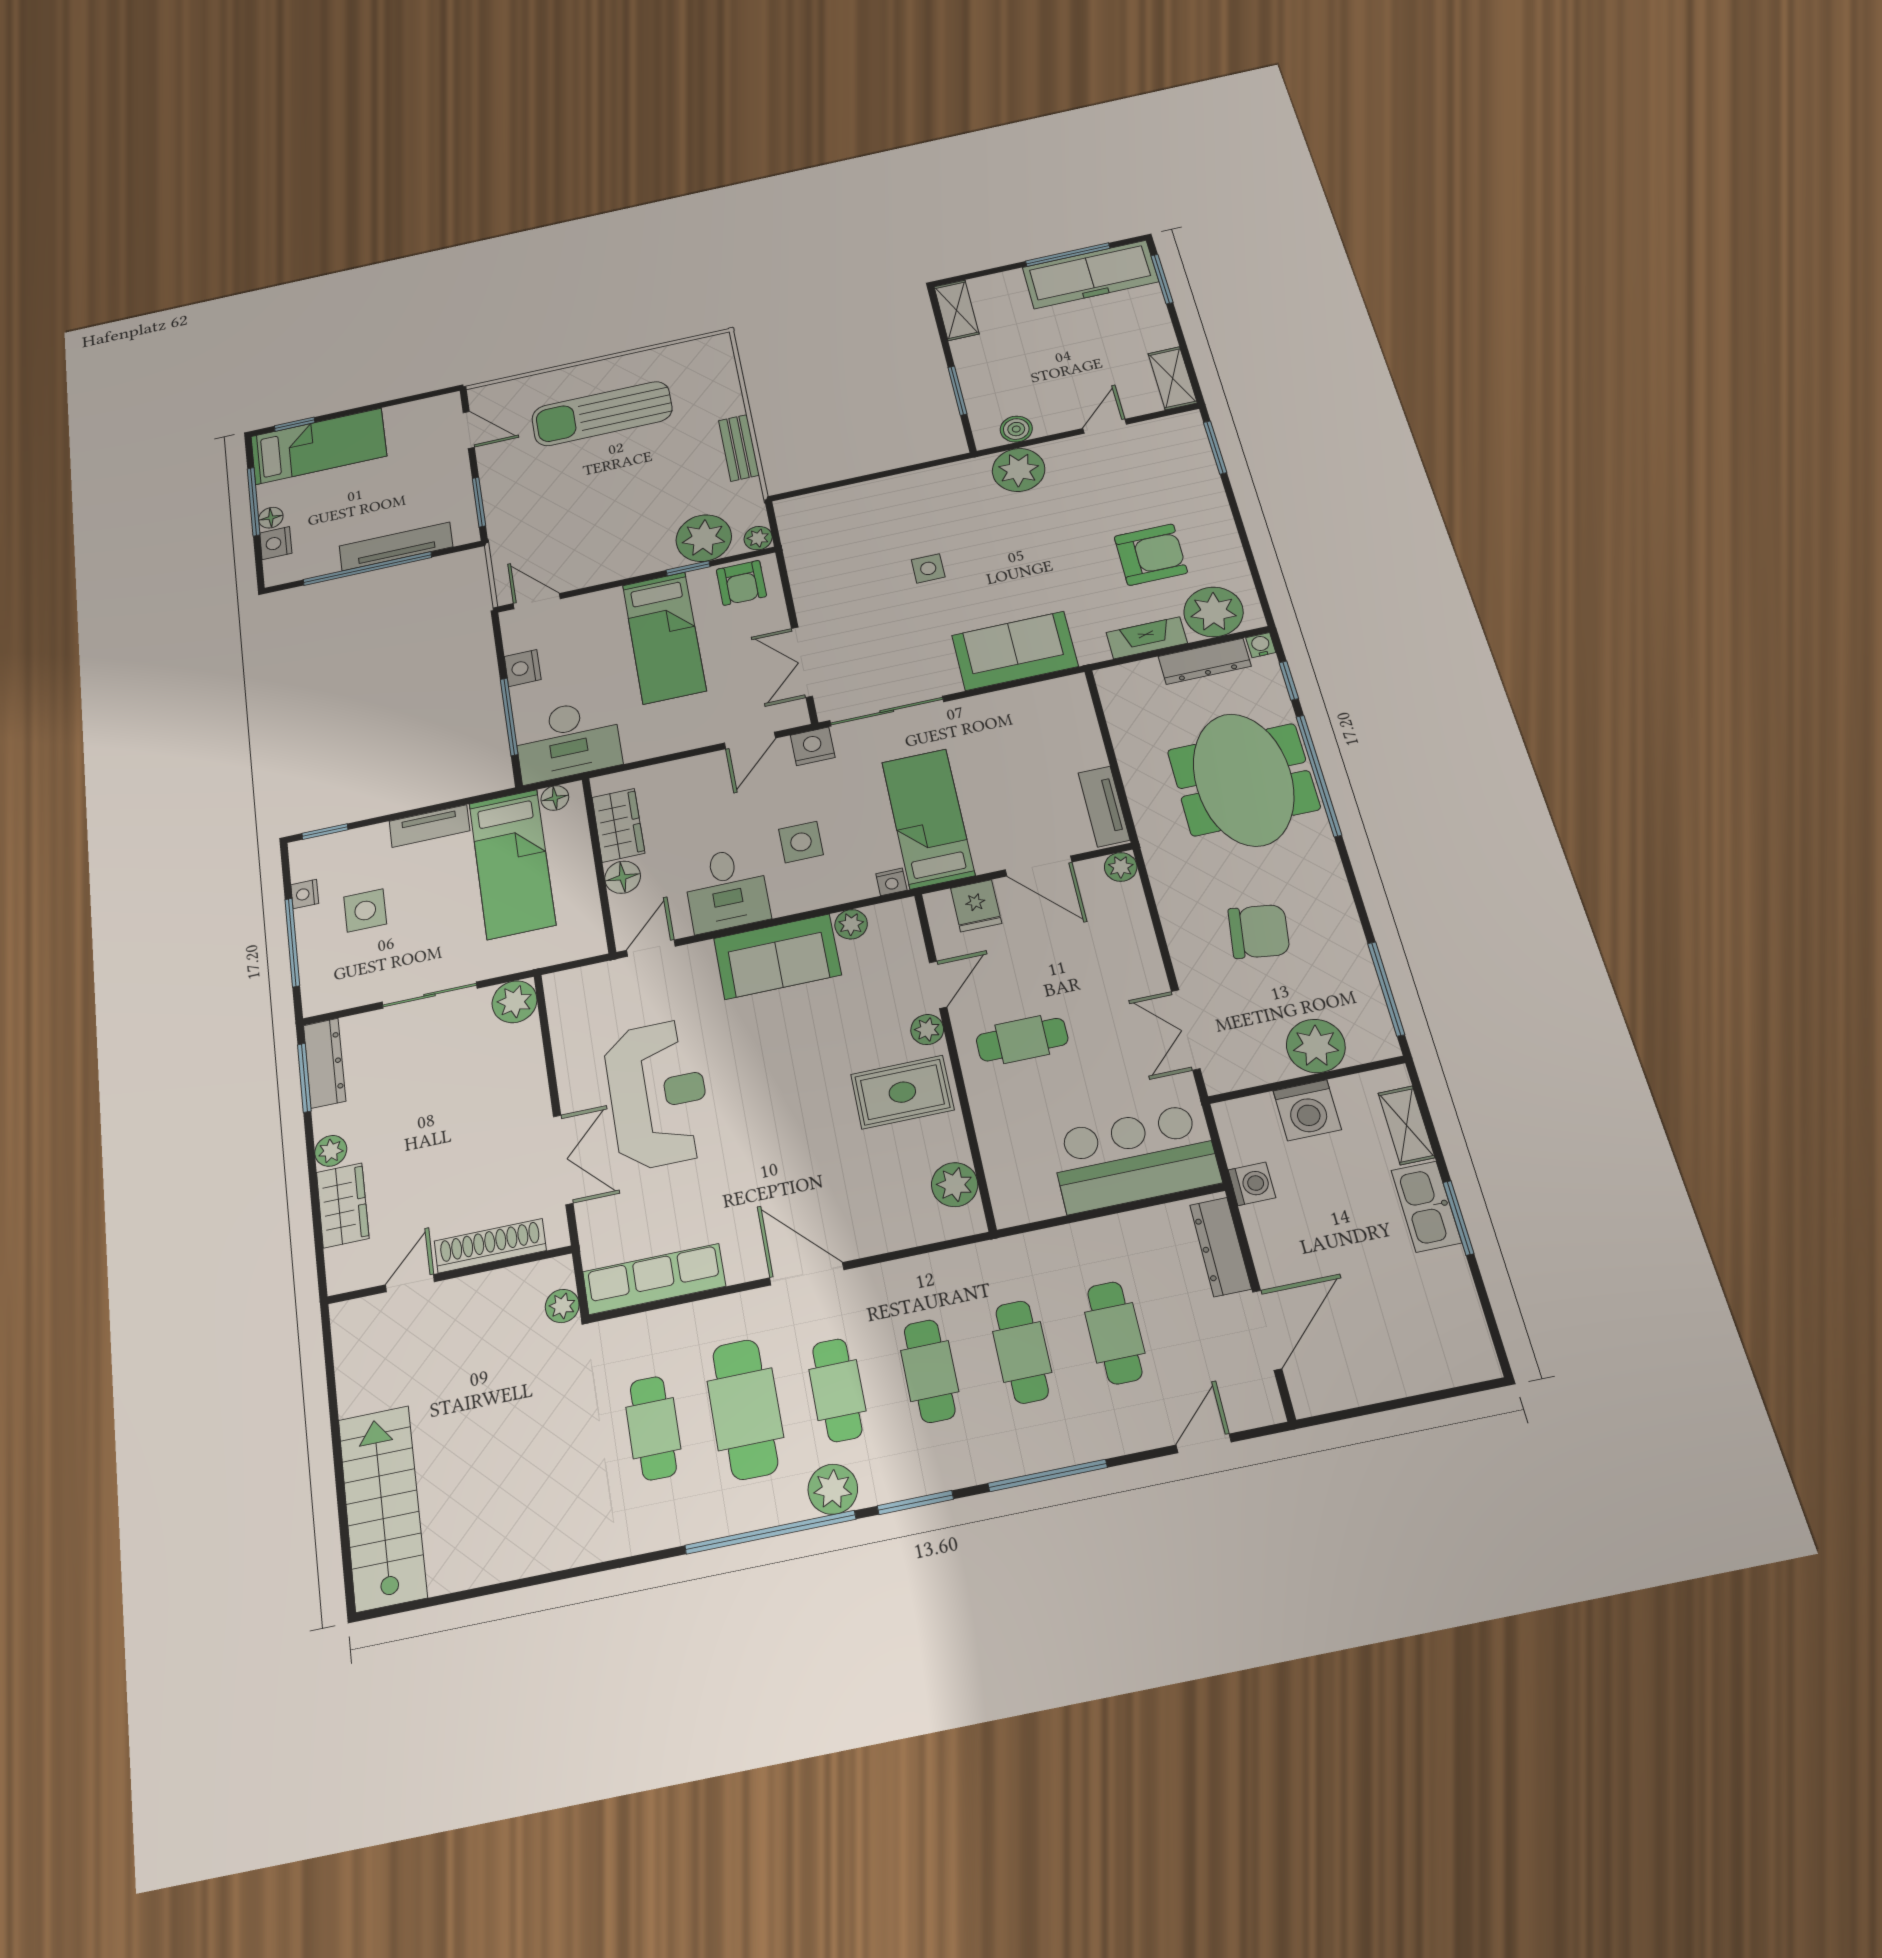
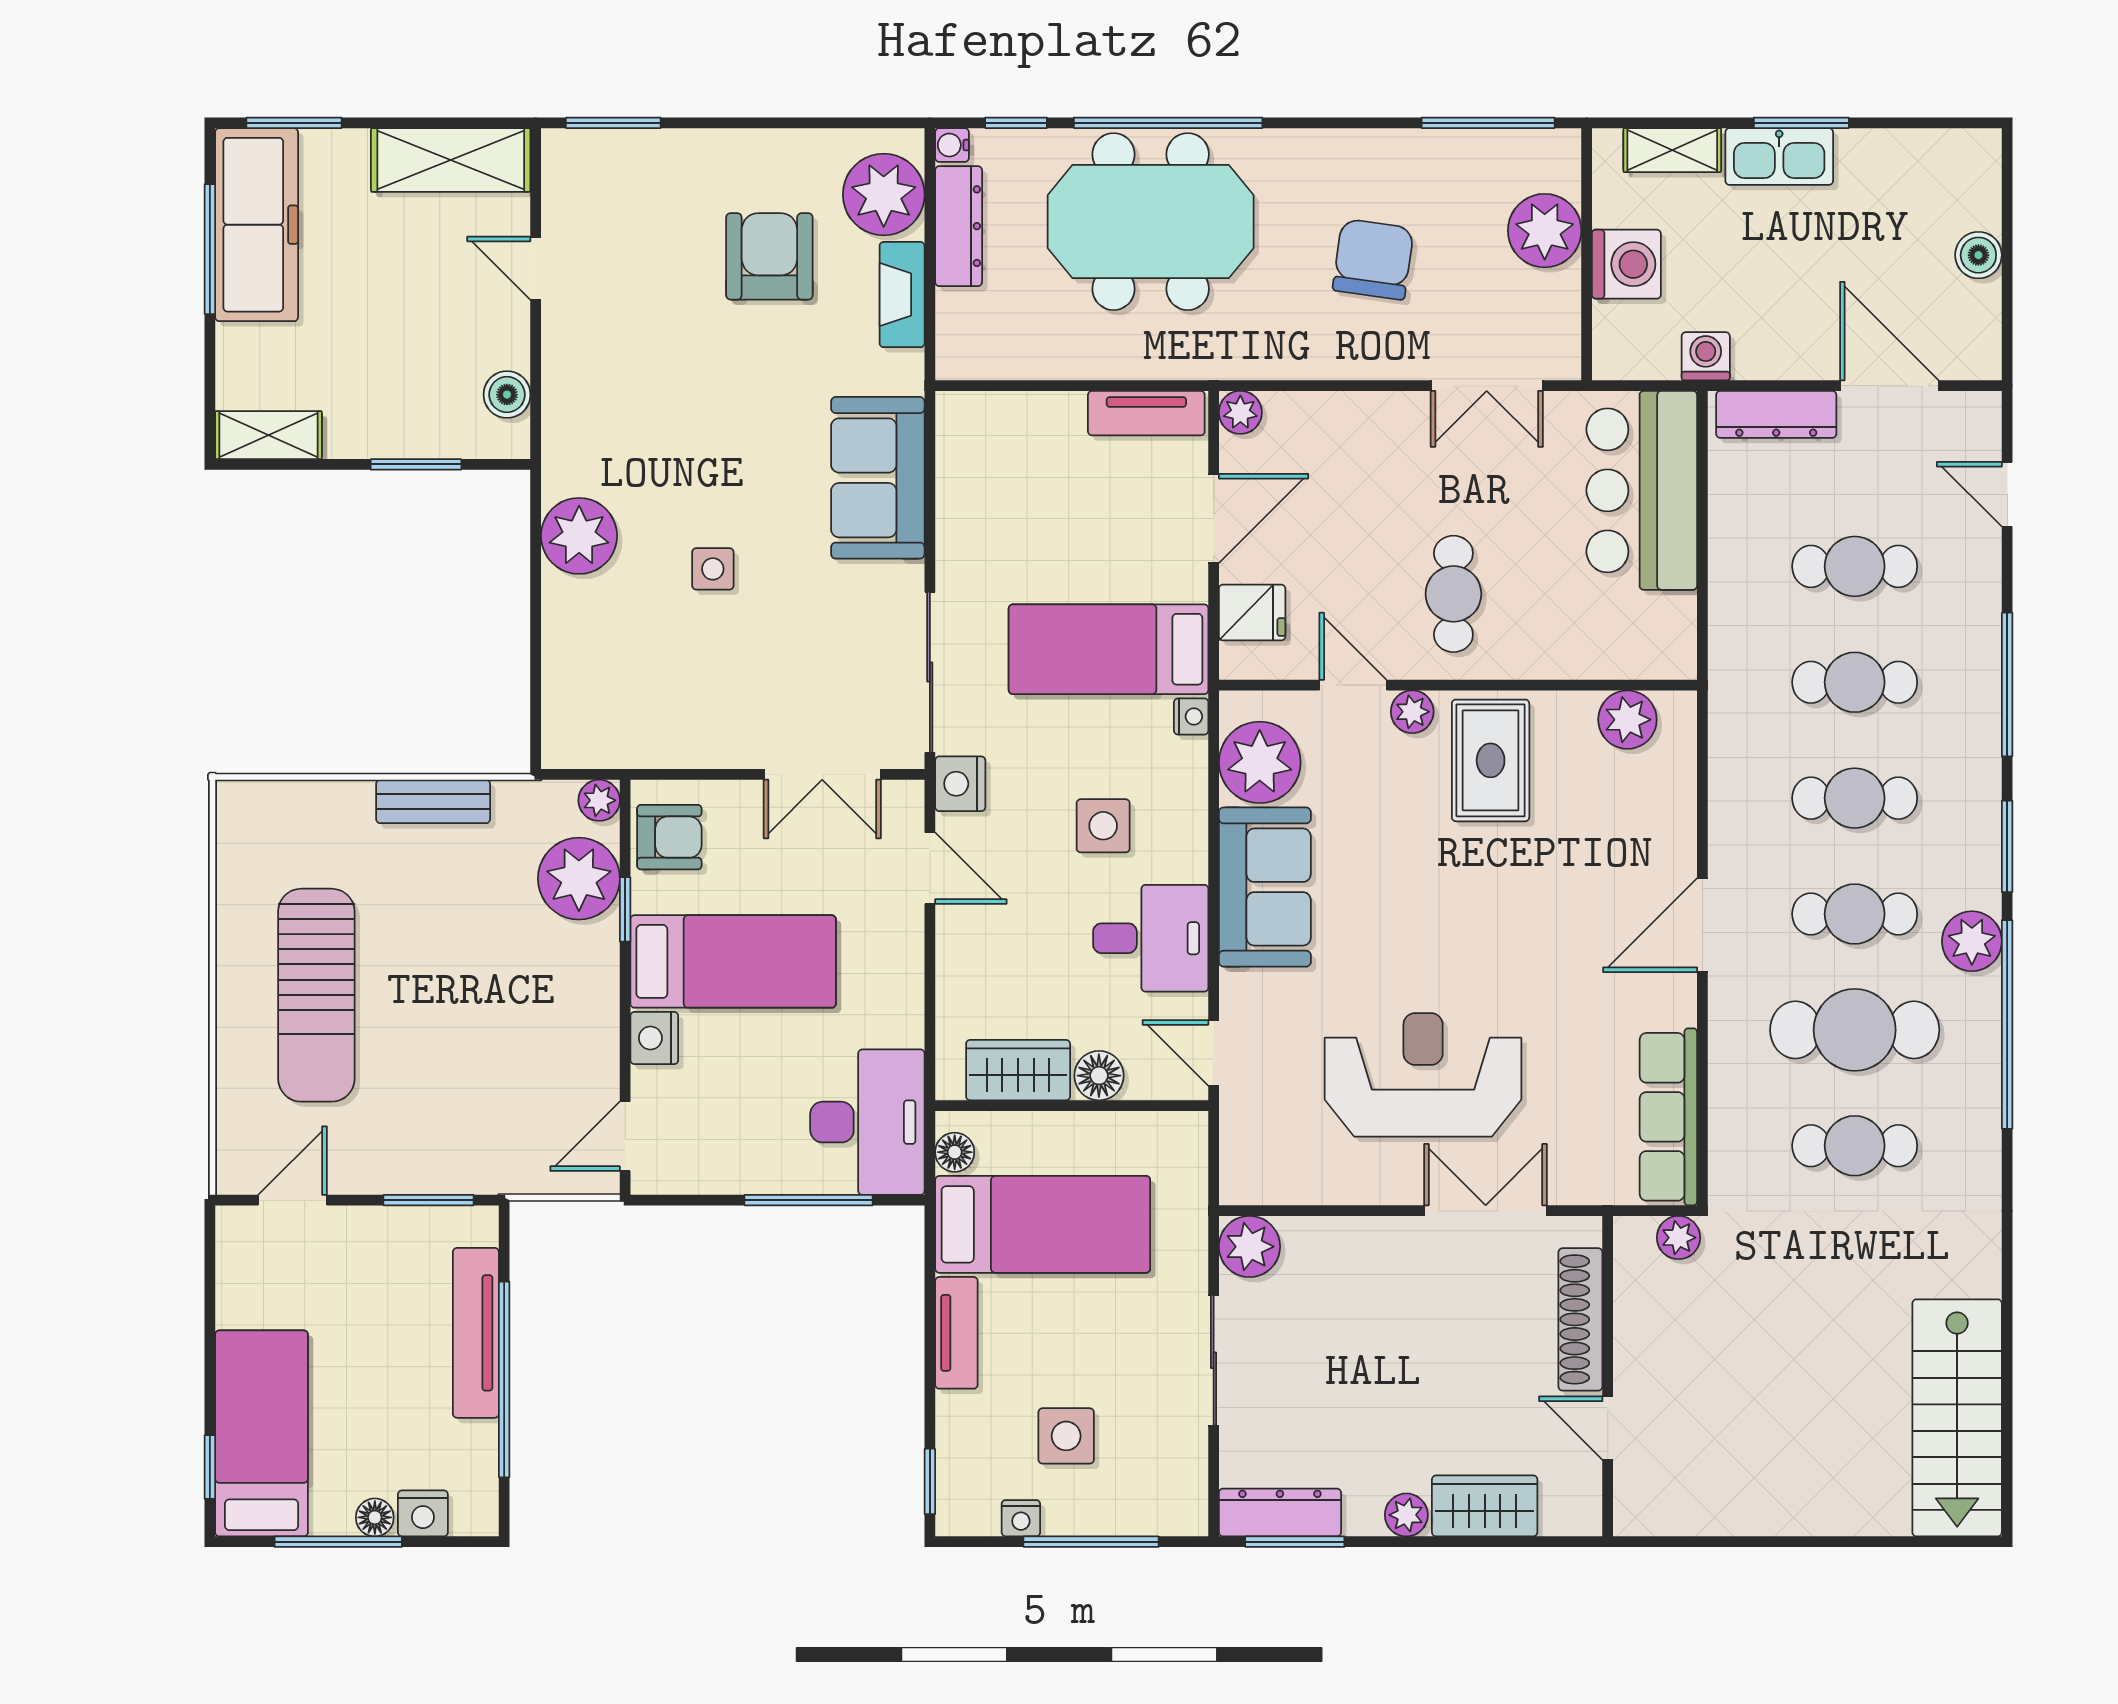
shelving: (1173, 378) -> (451, 160), width x1.50, depth x1.33
plant: (1019, 470) -> (579, 536), moved
nightstand: (523, 668) -> (654, 1038), moved, turned 90
plant: (851, 924) -> (1260, 762), width x1.87, depth x1.87
boiler: (1394, 1380) -> (1978, 255), added
stairs: (382, 1508) -> (1957, 1418), moved, turned -90

